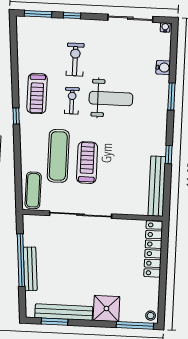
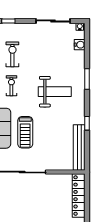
water cooler: (163, 68) -> (80, 45), moved
weight bench: (111, 99) -> (55, 92), moved
treadmill: (87, 163) -> (25, 132), turned 180

